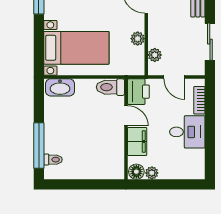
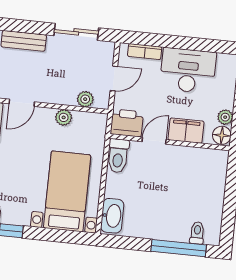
desk: (187, 132) -> (188, 71), width x1.37

